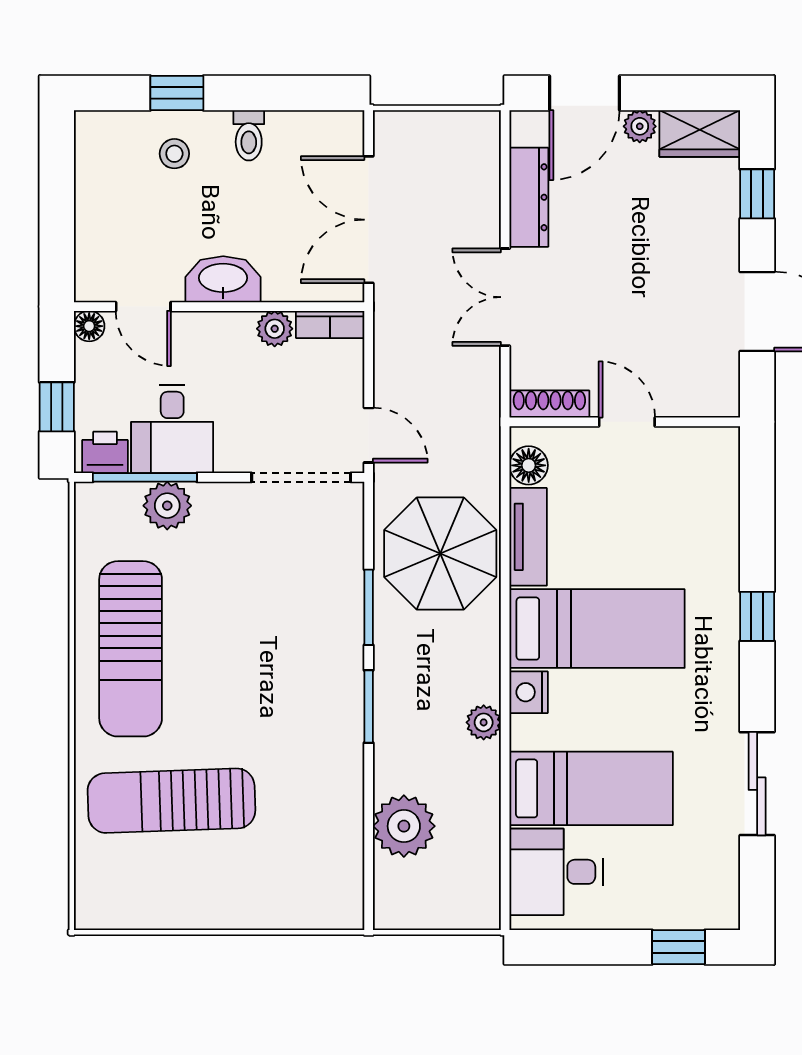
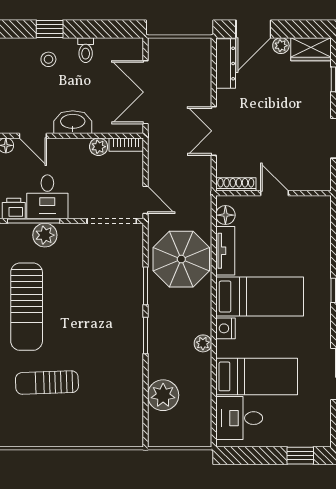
dresser: (529, 197) -> (226, 64), moved
sun lounger: (171, 801) -> (47, 383), width x0.73, depth x0.75

